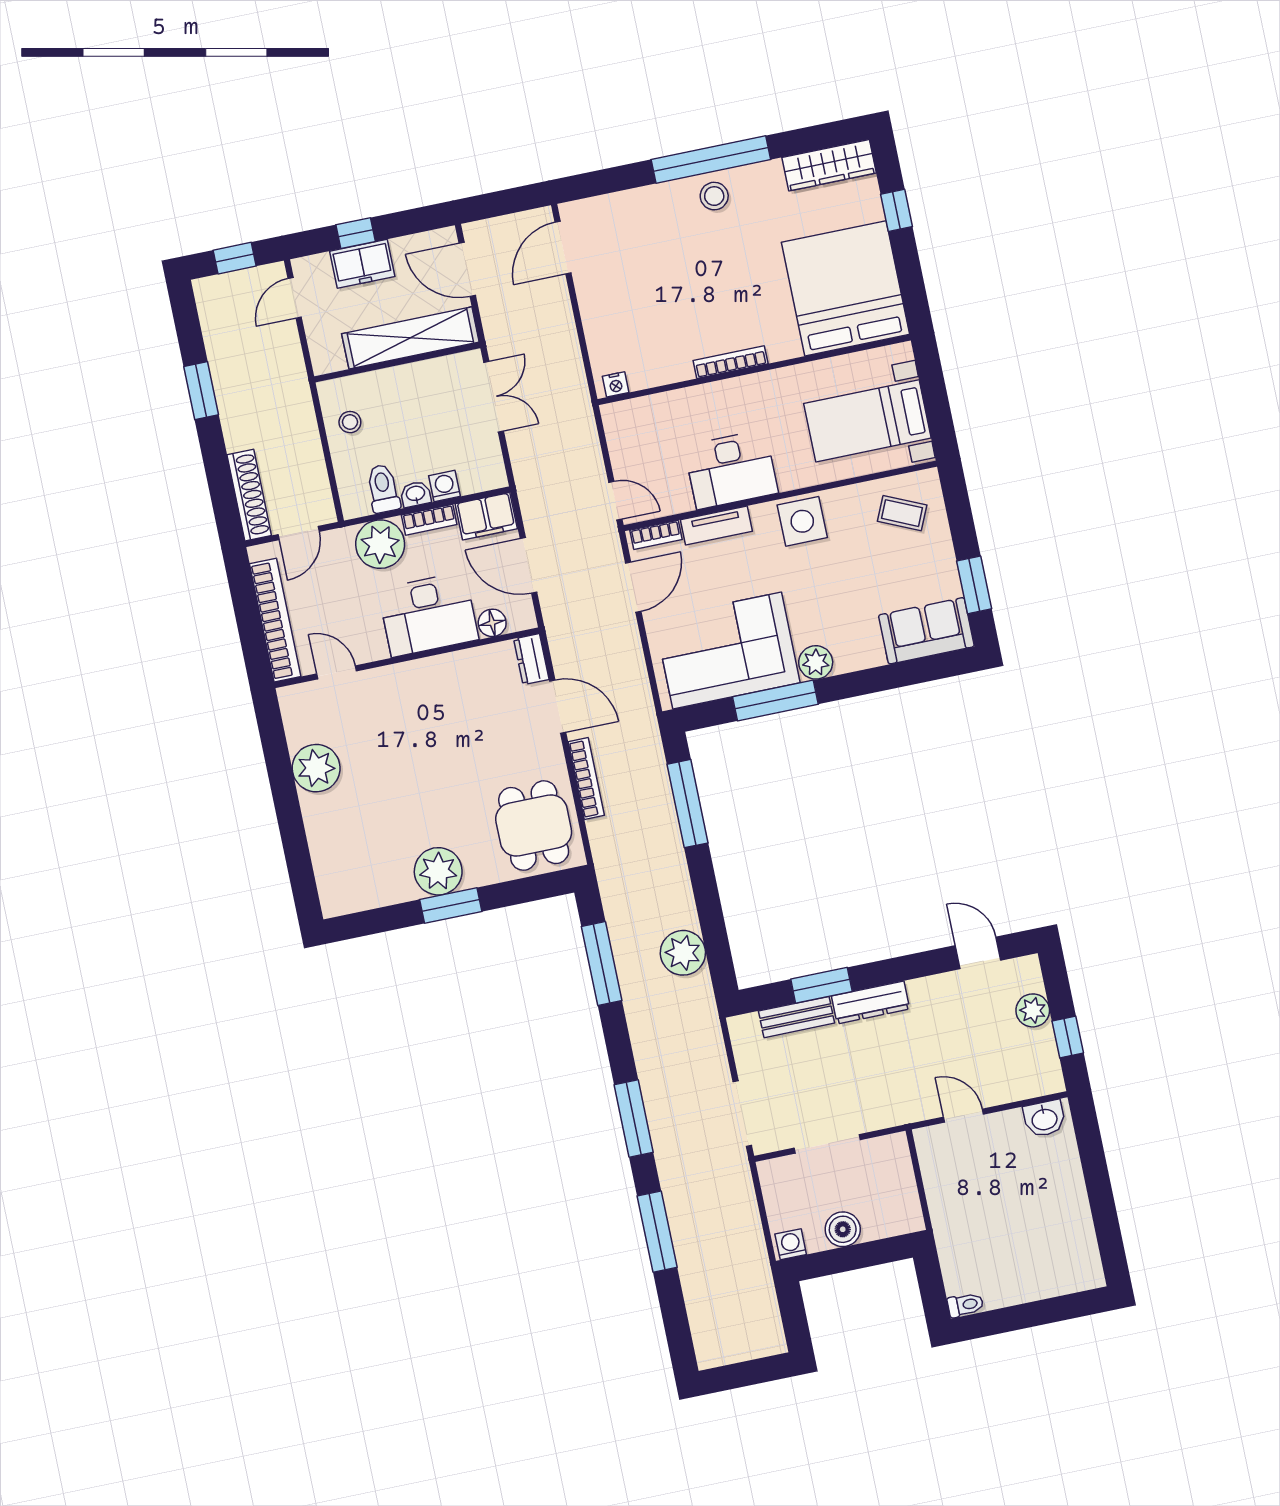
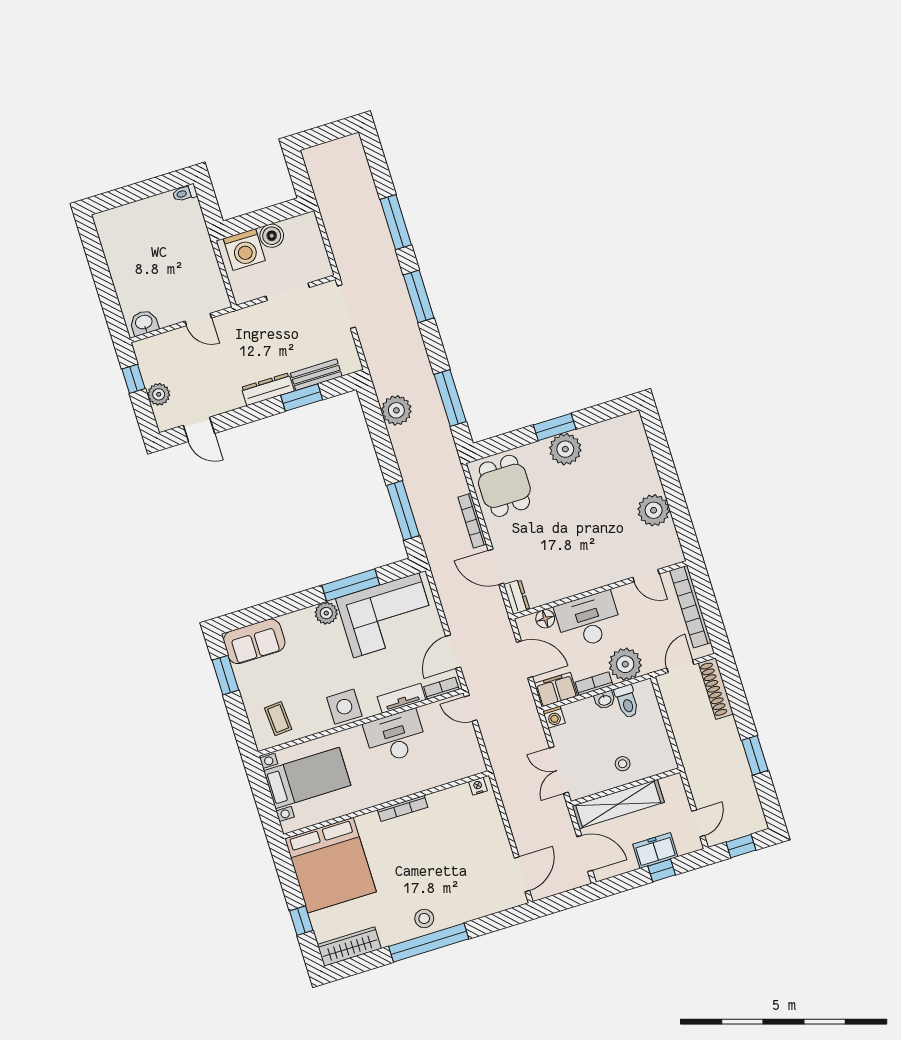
stool: (350, 422) -> (623, 764), moved
washing machine: (445, 486) -> (554, 717), moved
coffee table: (902, 513) -> (278, 719), turned 62
washing machine: (791, 1244) -> (244, 250), moved, width x1.89, depth x1.89

